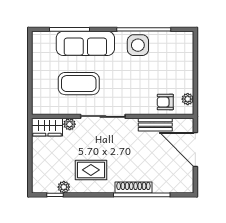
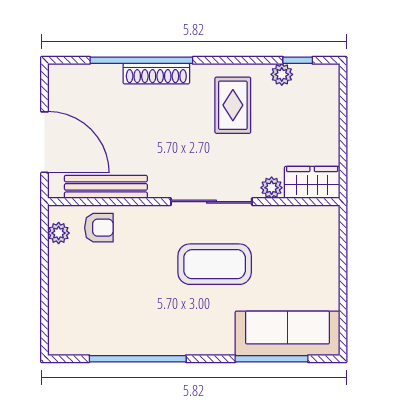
sofa: (85, 43) -> (287, 333), moved
side table: (138, 45) -> (148, 330), removed
coffee table: (79, 84) -> (215, 264), moved
bench: (155, 125) -> (106, 187), width x1.36
rug: (91, 170) -> (233, 105), turned 90

